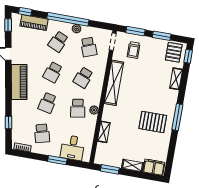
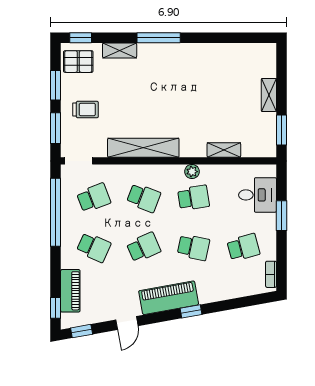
window: (68, 19) -> (56, 212), moved
plant: (76, 29) -> (68, 222), removed
trolley: (134, 50) -> (86, 110), moved
school desk: (53, 72) -> (144, 247), turned -42
window: (177, 117) -> (159, 38), moved
window: (9, 122) -> (191, 311), moved
pallet: (153, 122) -> (195, 75), removed
filing cabinet: (154, 167) -> (266, 61), removed

